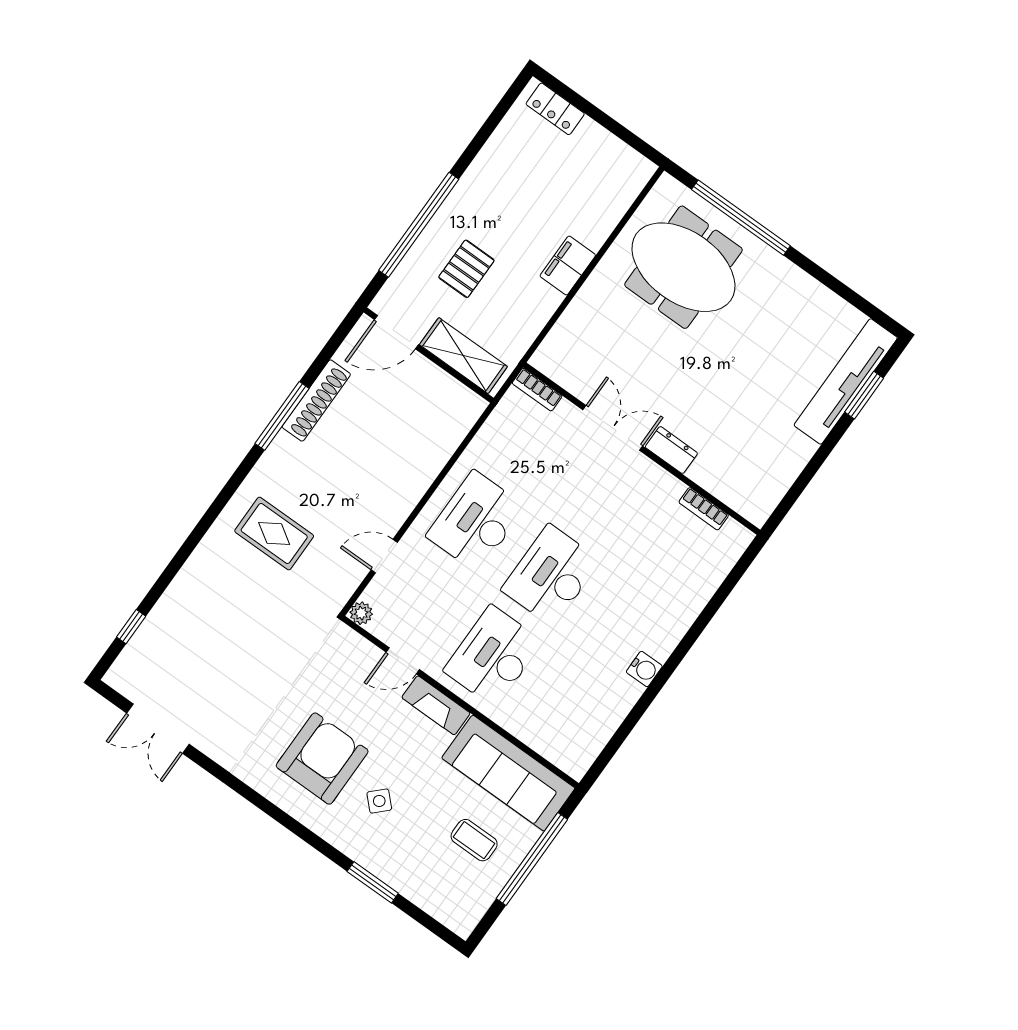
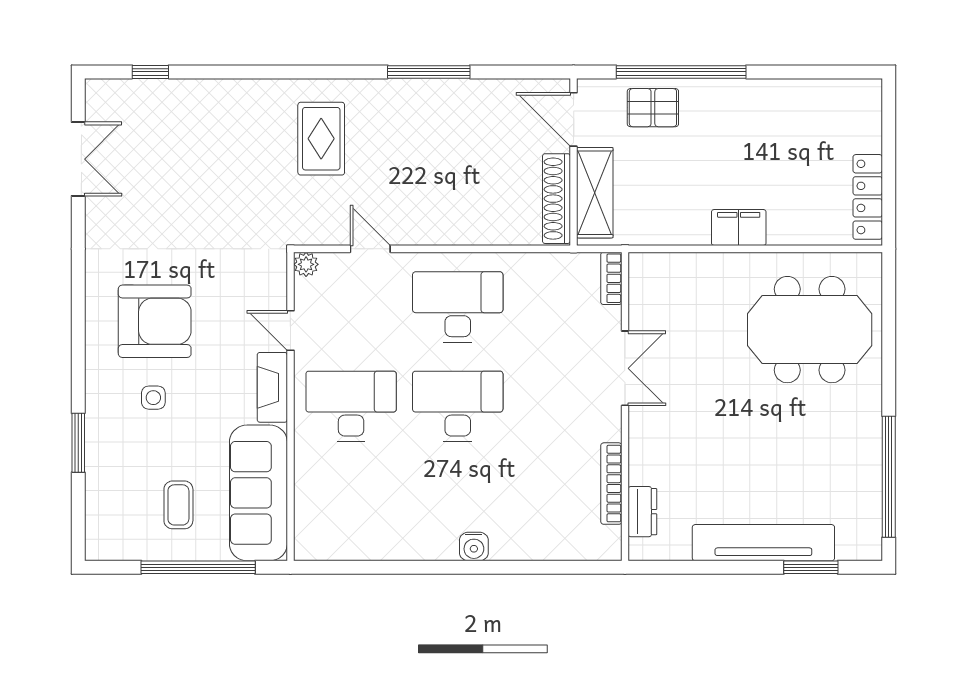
locker: (555, 109) -> (868, 197), moved, width x1.53
window: (741, 218) -> (889, 477), moved
meeting table: (683, 267) -> (810, 330), turned 90
pallet: (466, 269) -> (653, 108), moved
tv unit: (846, 381) -> (763, 543), moved
shoe rack: (316, 401) -> (556, 199), moved, turned 90
dresser: (671, 450) -> (642, 512), moved
bookcase: (704, 509) -> (611, 484), width x1.56
water cooler: (644, 669) -> (474, 546), moved
double door: (158, 729) -> (78, 159), swing flipped
side table: (379, 801) -> (153, 398), turned 45

